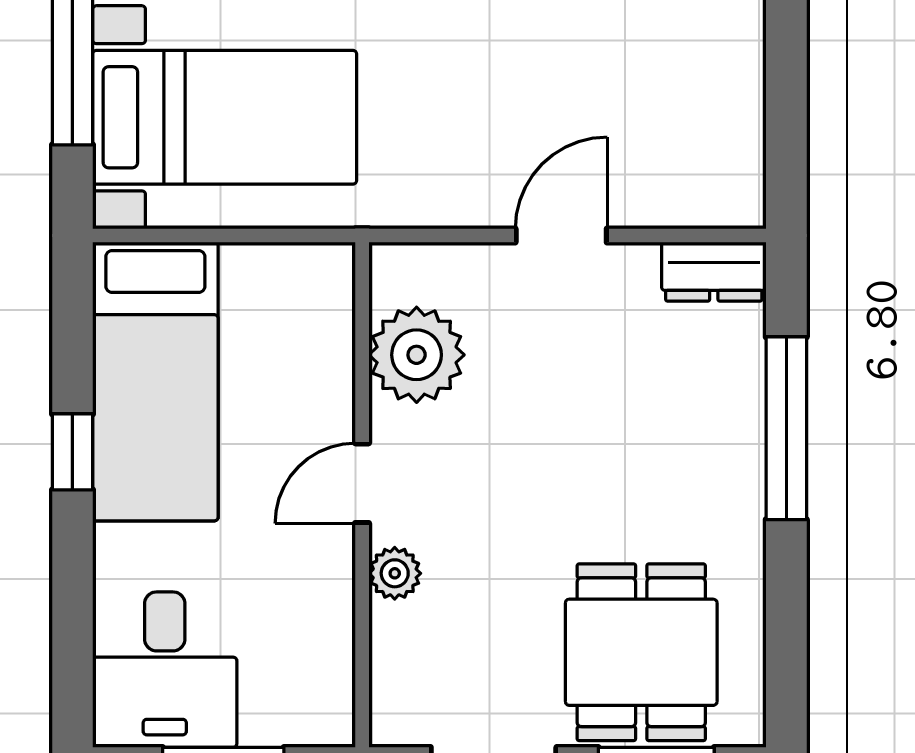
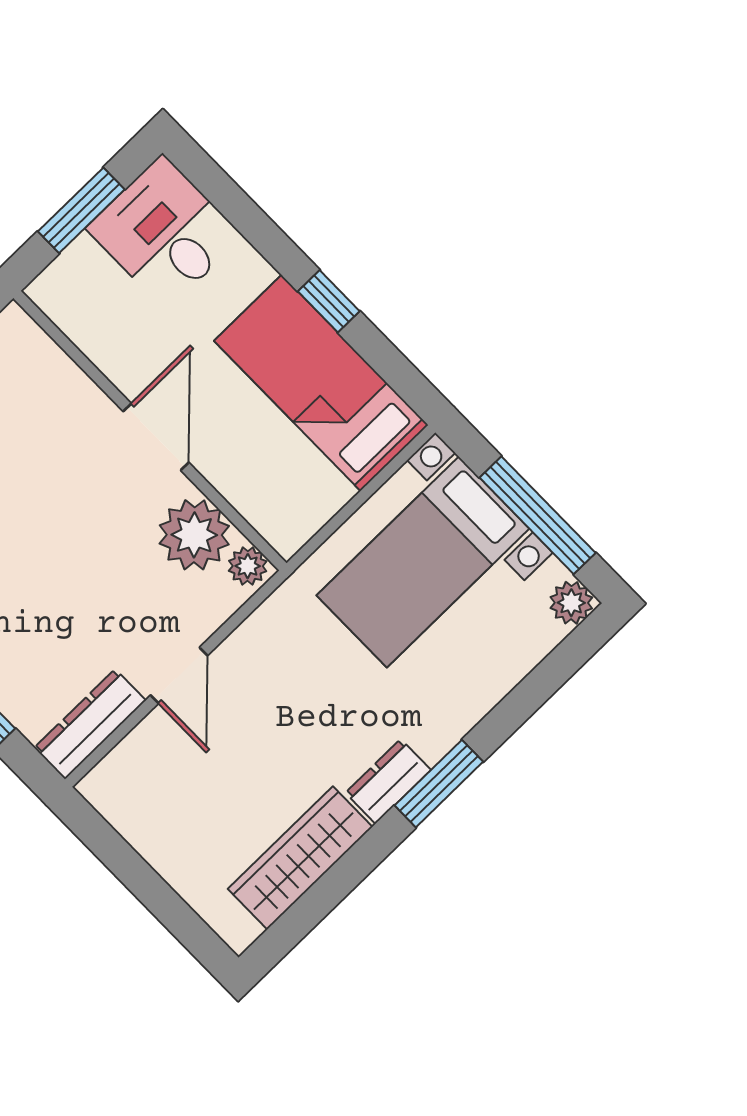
dresser: (714, 272) -> (90, 724), width x1.44
door: (362, 483) -> (156, 437), width x1.38
plant: (395, 573) -> (248, 566), moved

